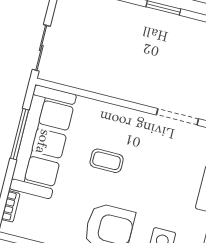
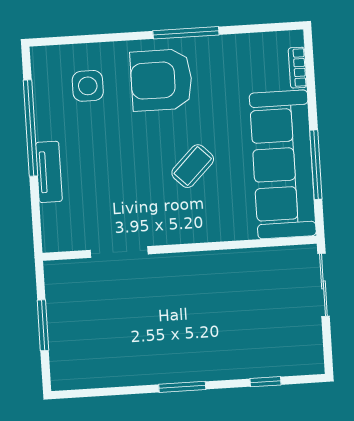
coffee table: (107, 161) -> (193, 166), turned -45

